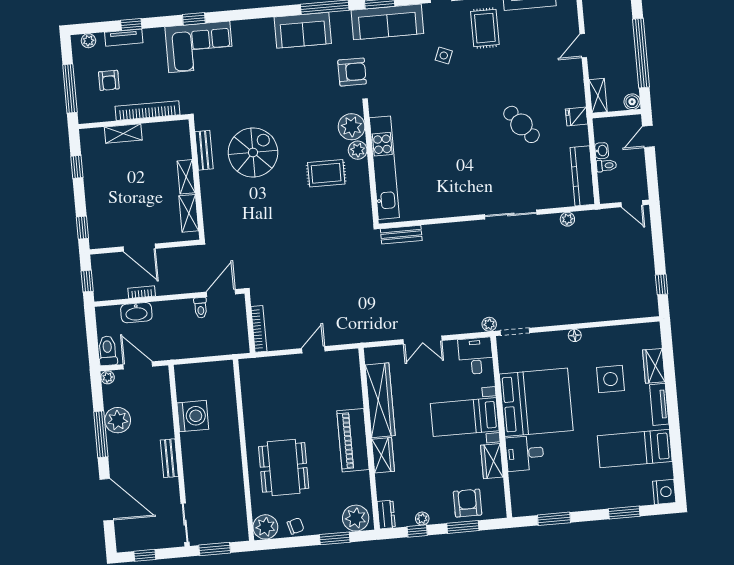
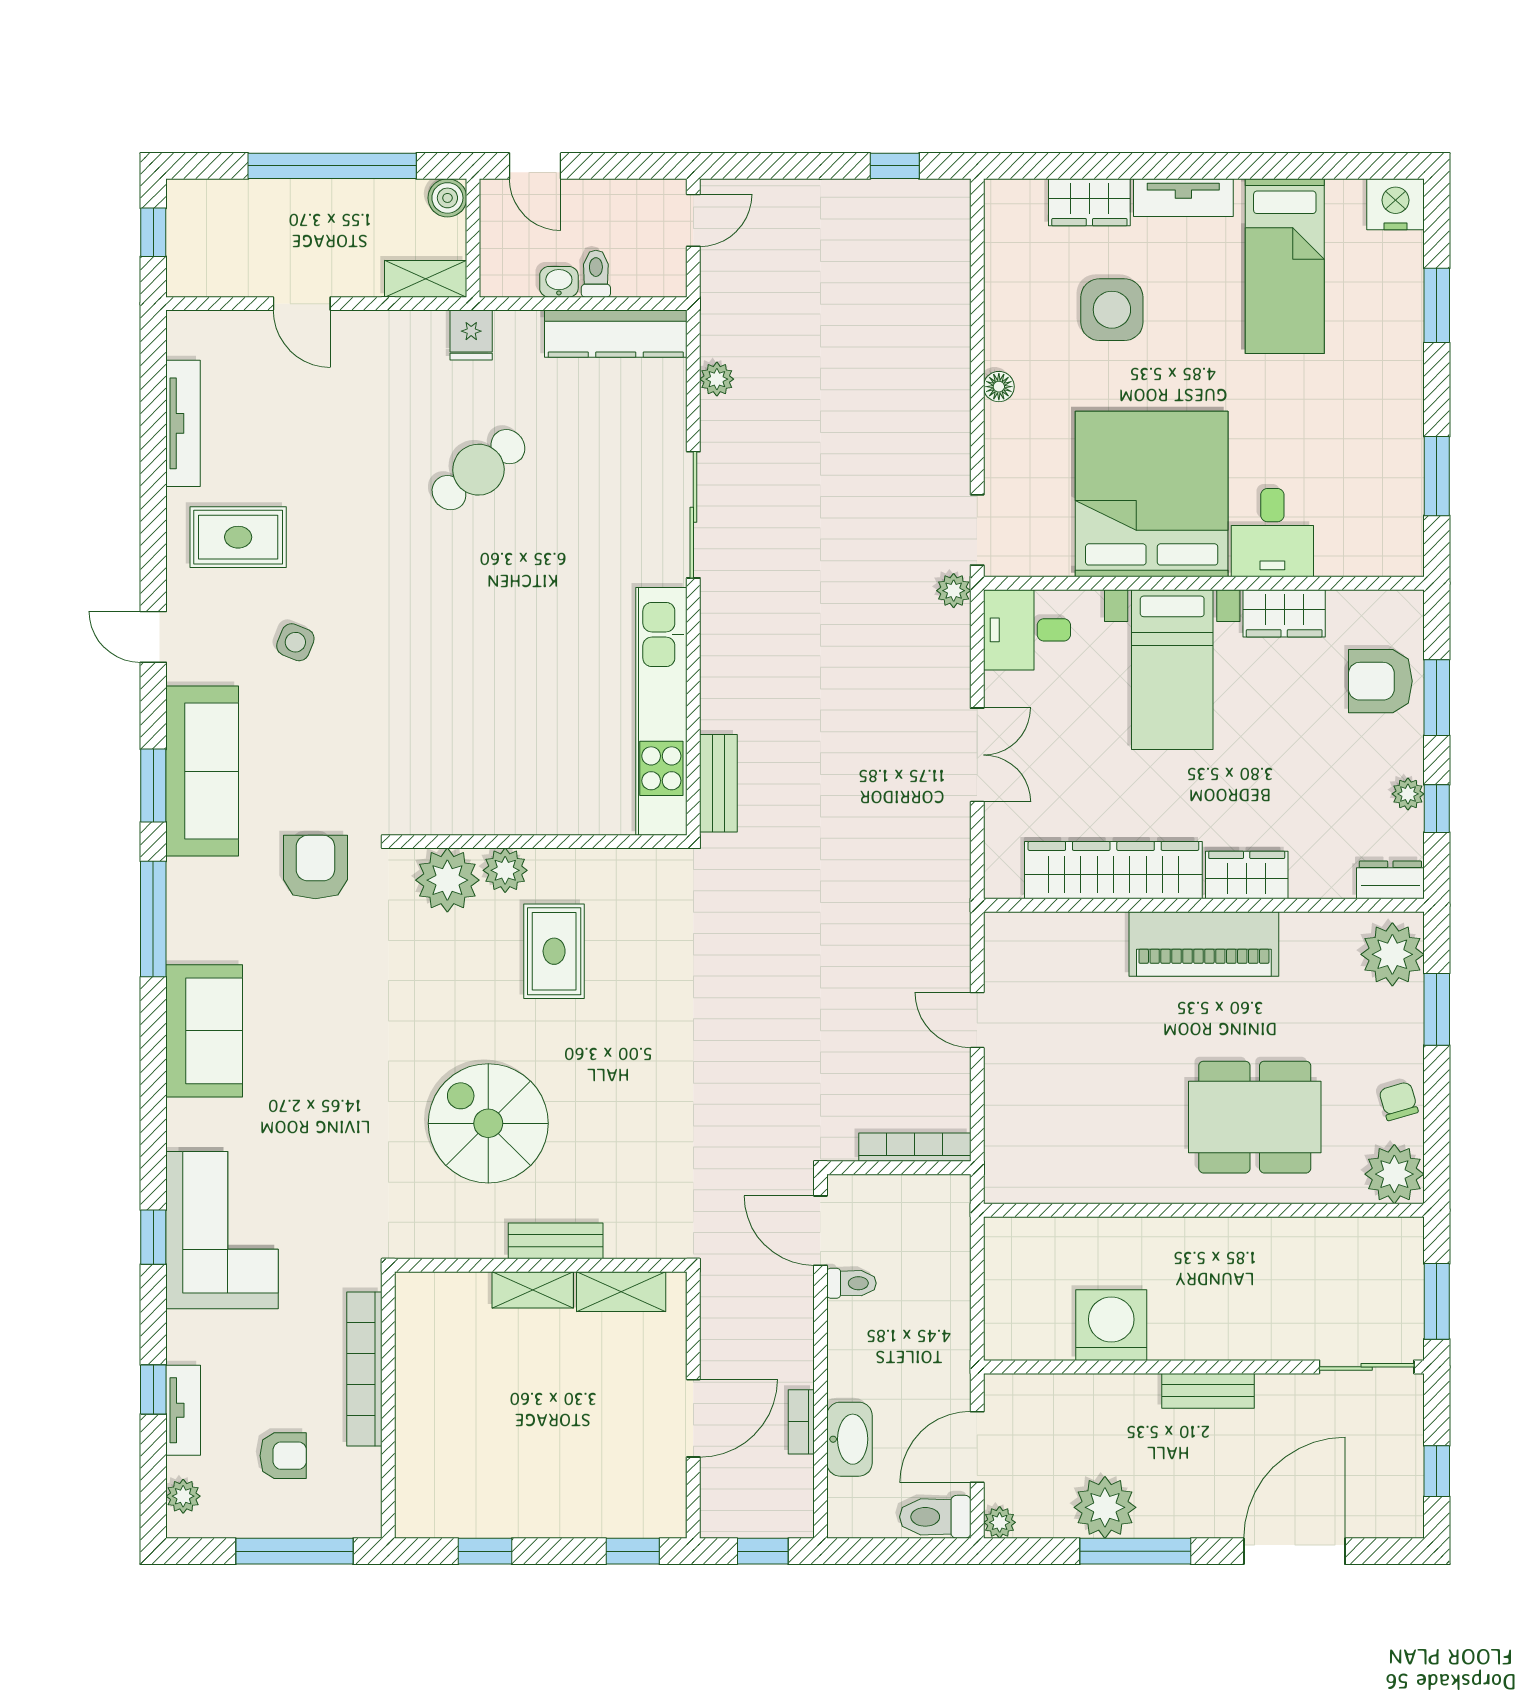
sofa: (303, 30) -> (204, 1031), moved
shelving: (123, 133) -> (415, 1432), removed
bench: (204, 150) -> (556, 1241), moved
kitchen unit: (384, 168) -> (661, 711), moved, turned -90

